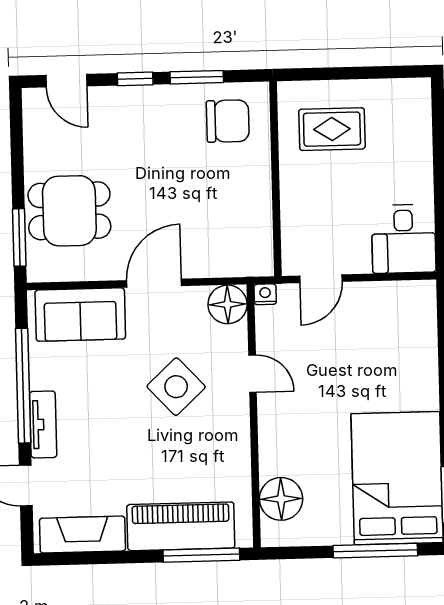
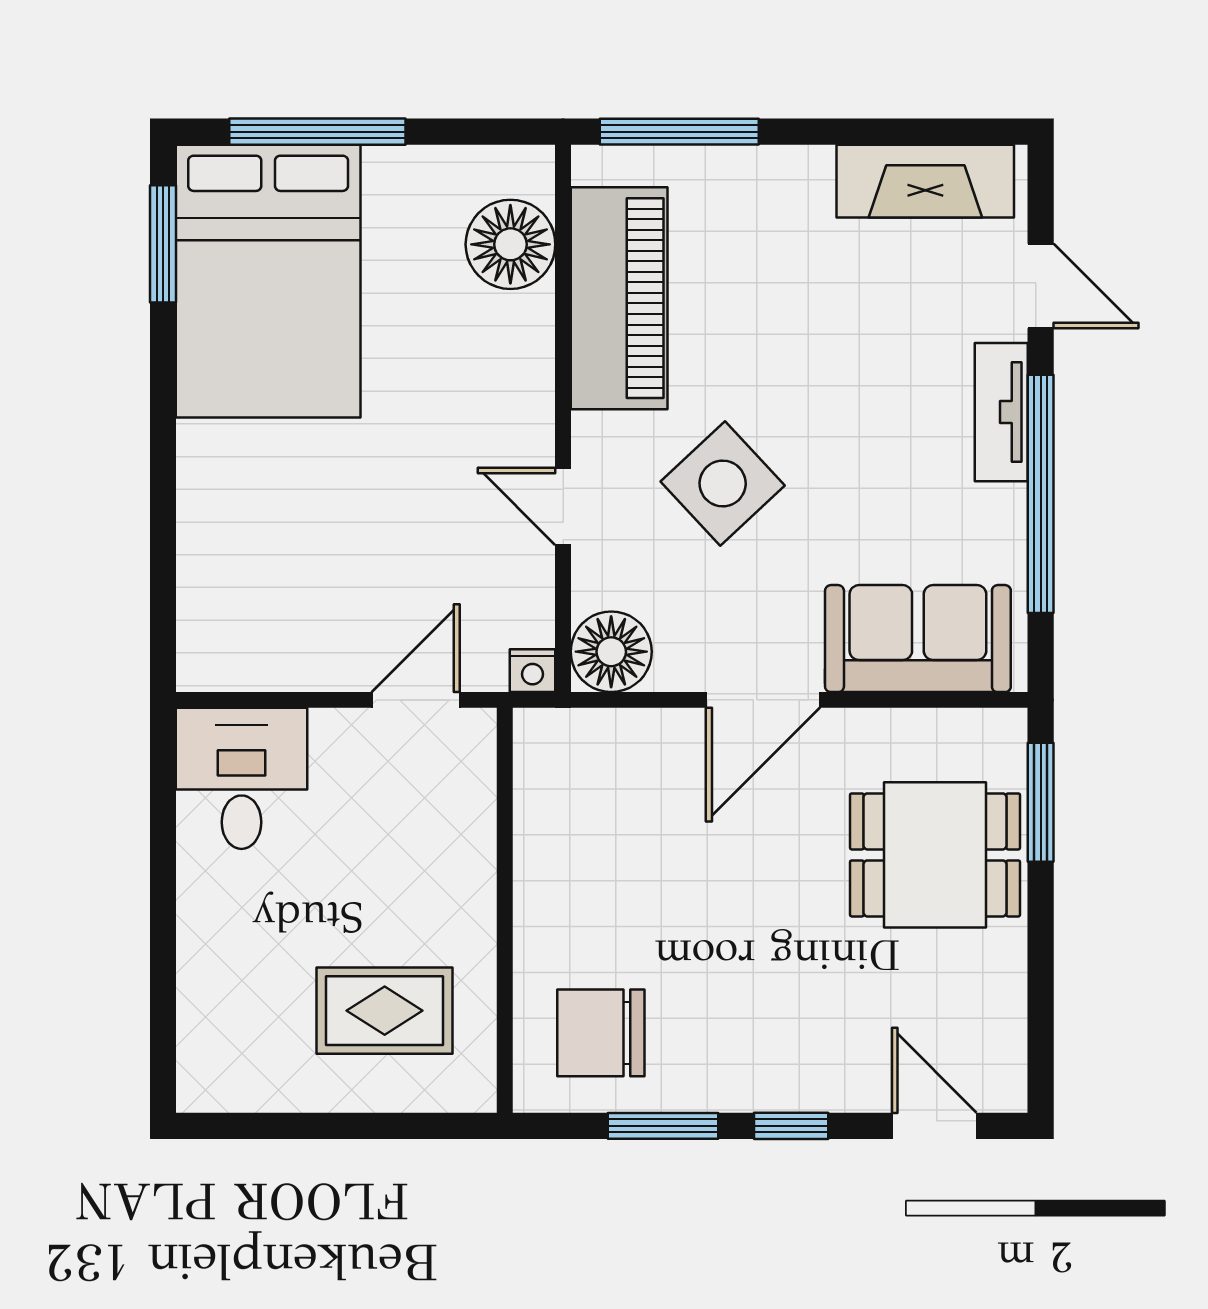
piano: (181, 526) -> (619, 298), moved, turned -90

